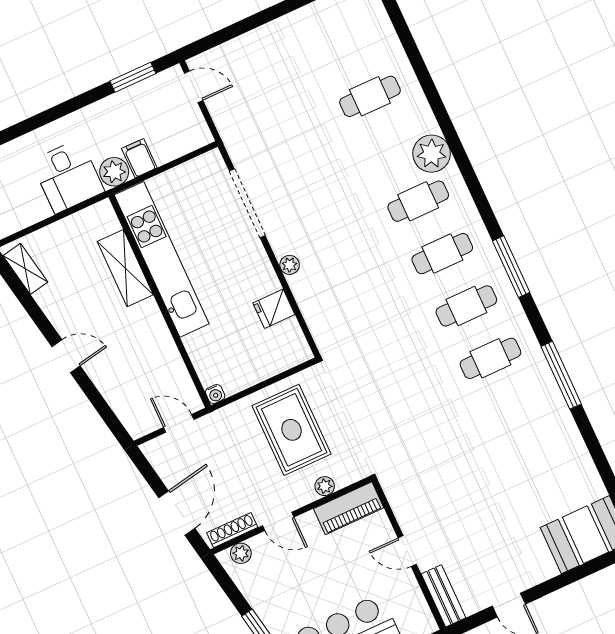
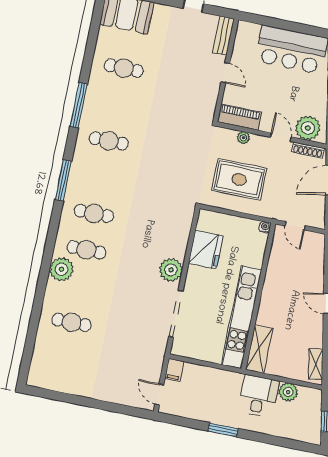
window: (133, 77) -> (223, 430), moved
filing cabinet: (139, 158) -> (174, 370), moved
plant: (114, 172) -> (288, 392), moved
plant: (290, 265) -> (171, 270), width x1.88, depth x1.88
shelving: (125, 268) -> (259, 349), moved
cafe table: (466, 306) -> (124, 68), moved
fridge: (274, 309) -> (206, 250), width x1.88, depth x1.34
rug: (292, 430) -> (239, 179), turned 90
plant: (241, 553) -> (308, 128), width x1.88, depth x1.88

